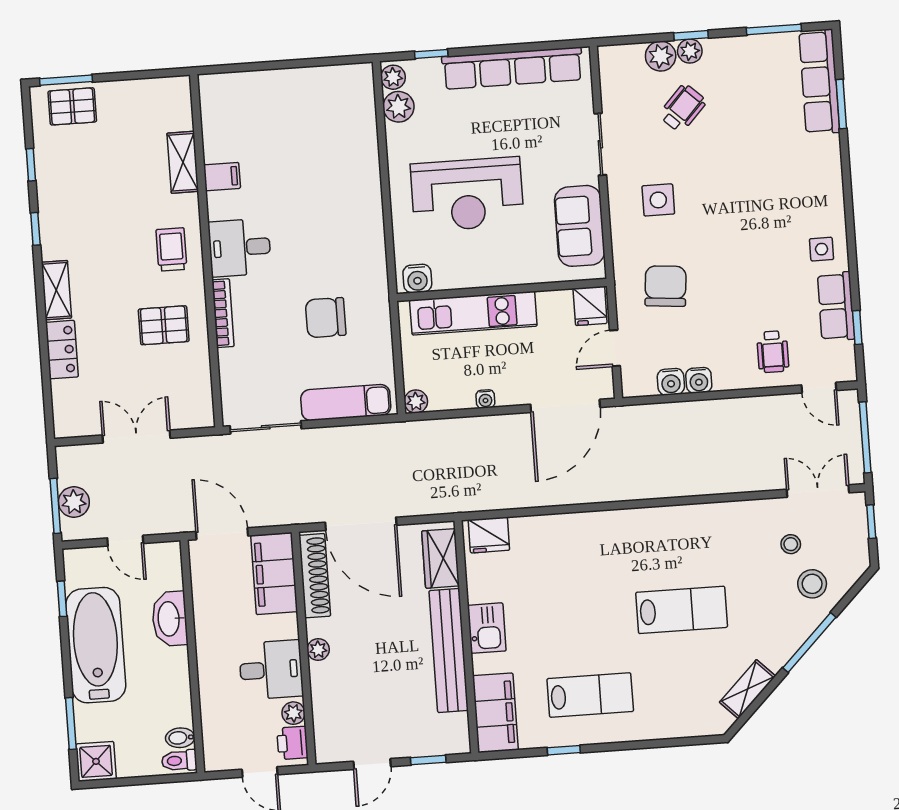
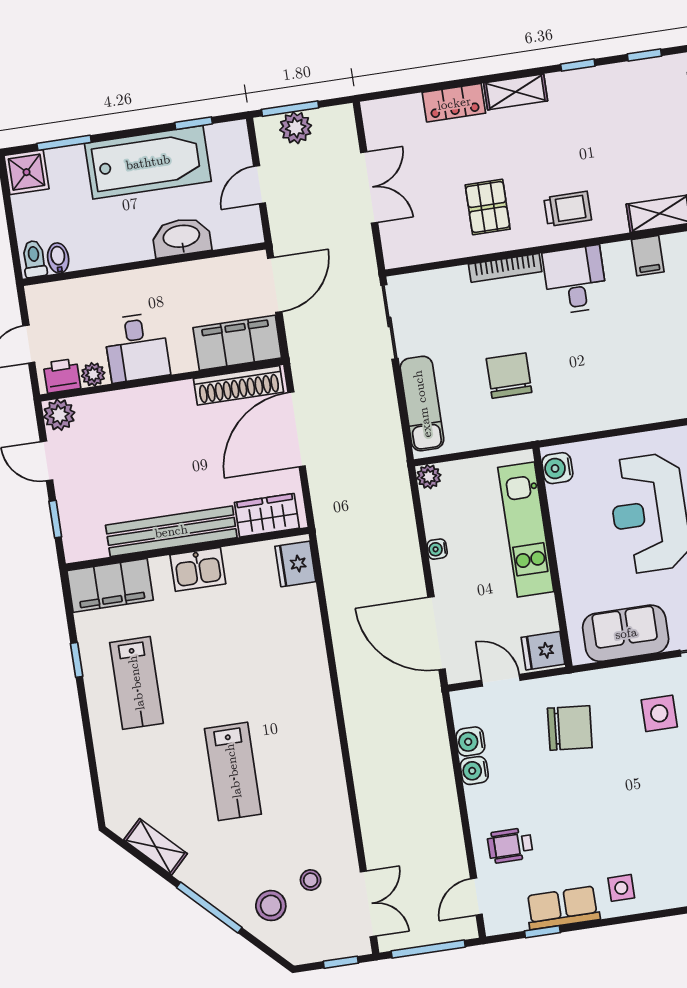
plant: (318, 650) -> (59, 415), moved, width x1.38, depth x1.38

